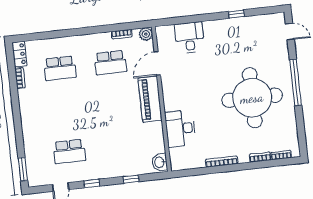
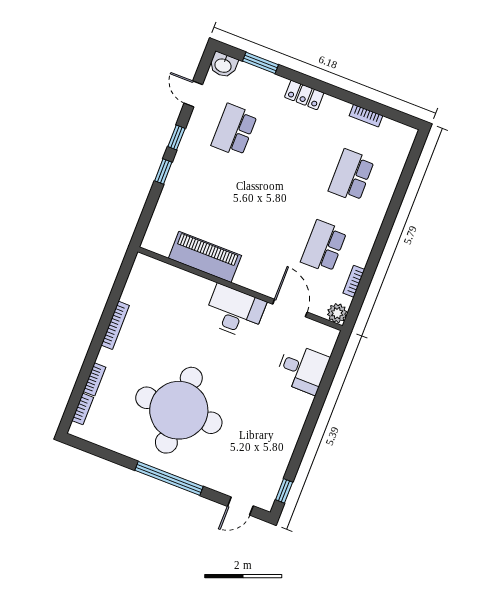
window: (236, 14) -> (284, 491), moved
locker: (19, 54) -> (304, 95), moved
piano: (150, 99) -> (205, 257), moved
desk: (180, 129) -> (235, 312), moved
washbasin: (160, 162) -> (223, 65), moved, turned 180
window: (23, 169) -> (260, 63), moved
window: (131, 179) -> (163, 172), moved

